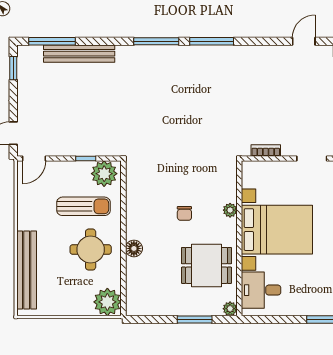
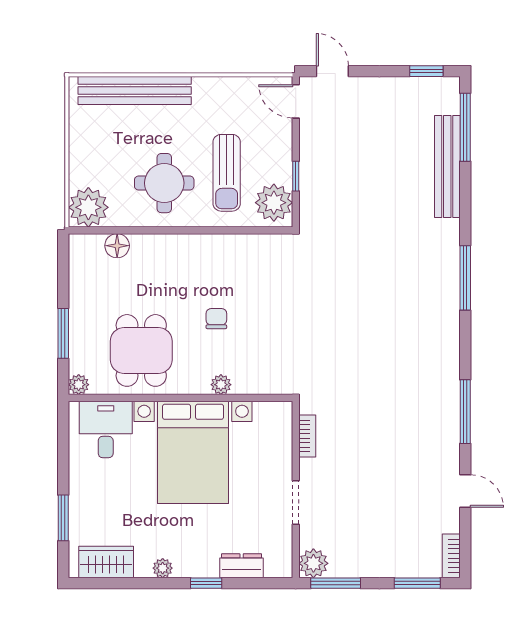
window: (212, 41) -> (465, 412), moved
chair: (184, 213) -> (216, 319), turned 90
floor lamp: (134, 248) -> (117, 246), moved

